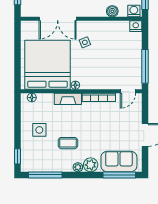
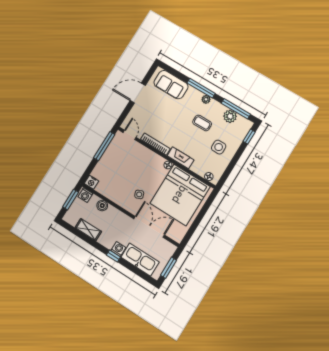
door: (128, 91) -> (130, 135), hinge flipped
plant: (91, 165) -> (230, 116), moved
window: (119, 175) -> (201, 88), moved

